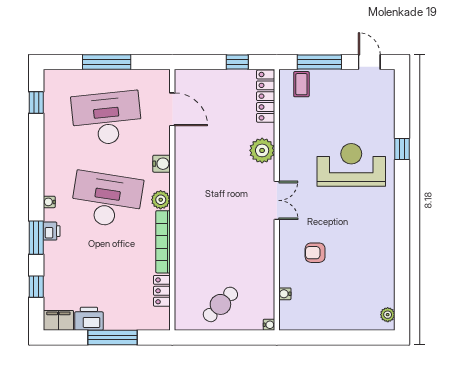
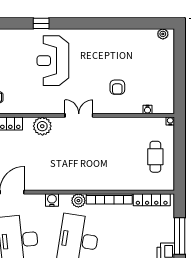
locker: (162, 291) -> (152, 200), width x1.53
cafe table: (220, 304) -> (155, 157), turned 46

